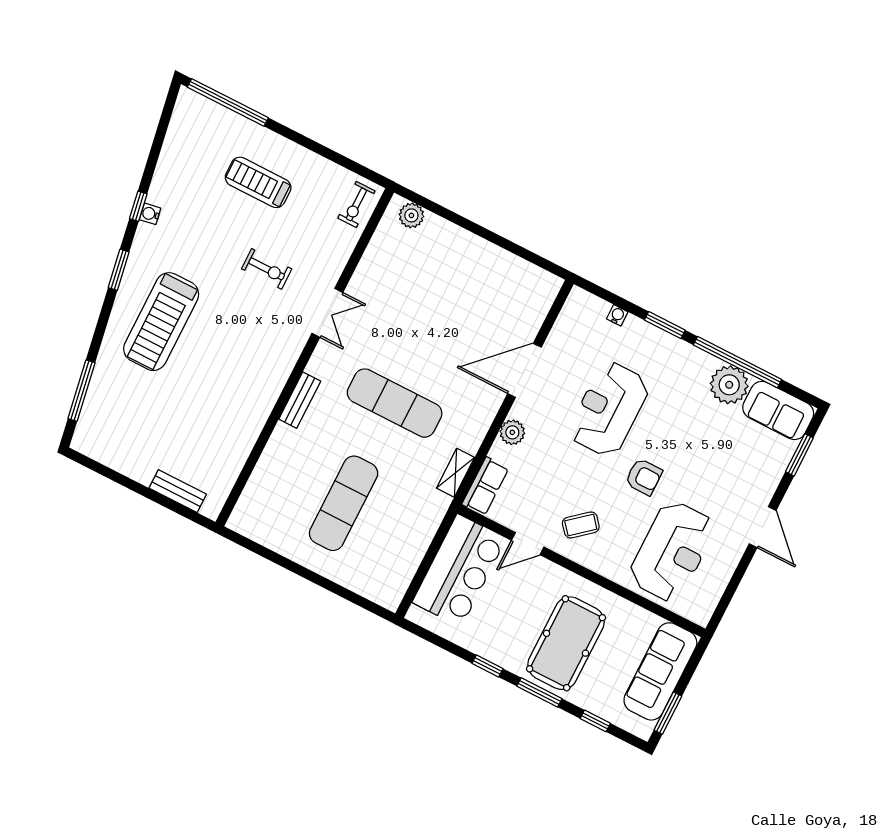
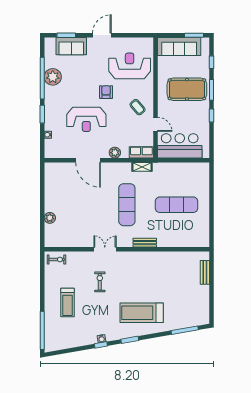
plant: (411, 215) -> (50, 218), moved
treadmill: (161, 322) -> (142, 313), turned 180
sofa: (778, 410) -> (71, 46), moved, turned 90

